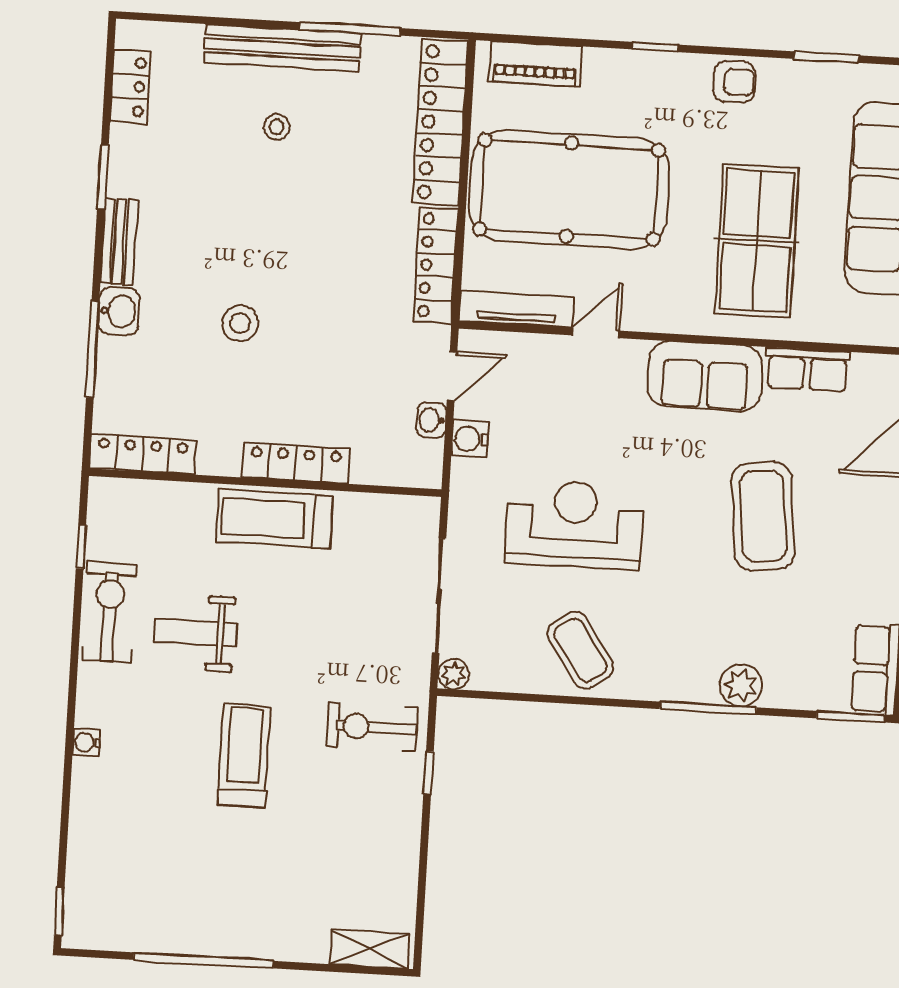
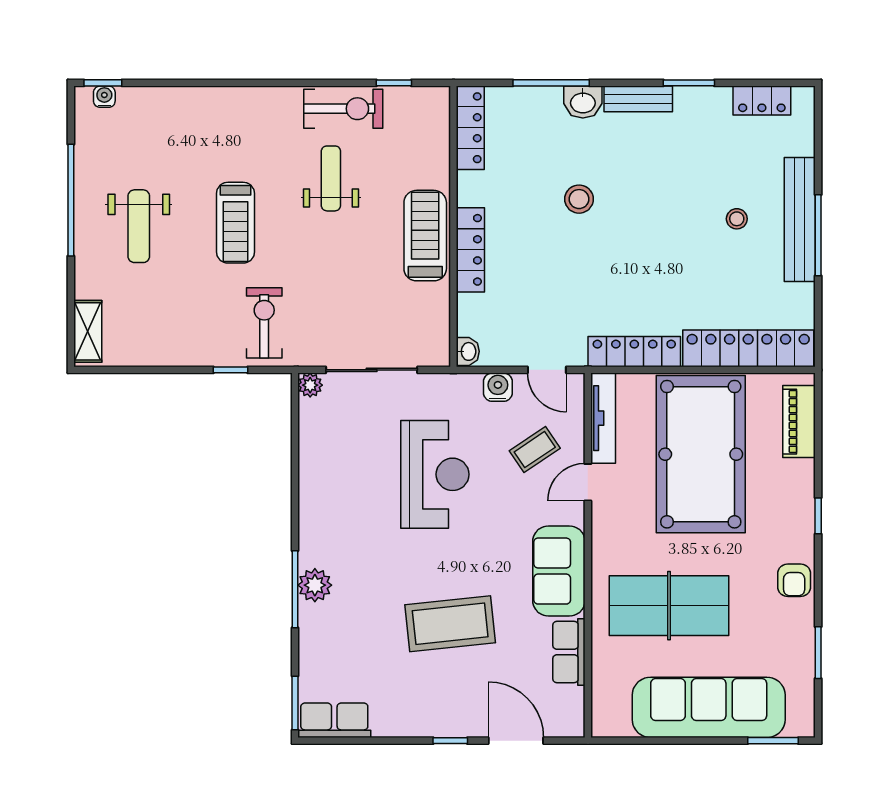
window: (350, 29) -> (818, 235), moved
door: (596, 333) -> (588, 482), swing flipped
washbasin: (431, 420) -> (468, 351), moved, turned 90
coffee table: (580, 650) -> (535, 450), moved, width x0.73, depth x0.77
plant: (741, 685) -> (315, 585), moved
water cooler: (87, 742) -> (104, 97), moved
treadmill: (244, 756) -> (236, 223), turned 90
weight bench: (241, 877) -> (139, 226), added

